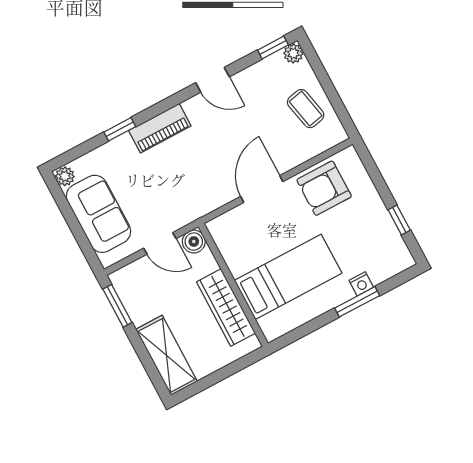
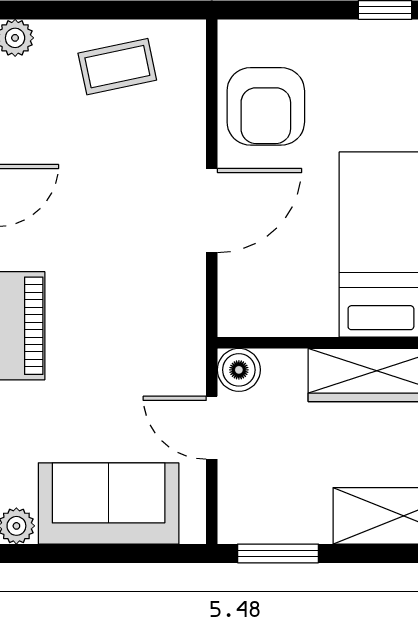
door: (262, 189) -> (212, 211), swing flipped
door: (160, 243) -> (212, 428), swing flipped

